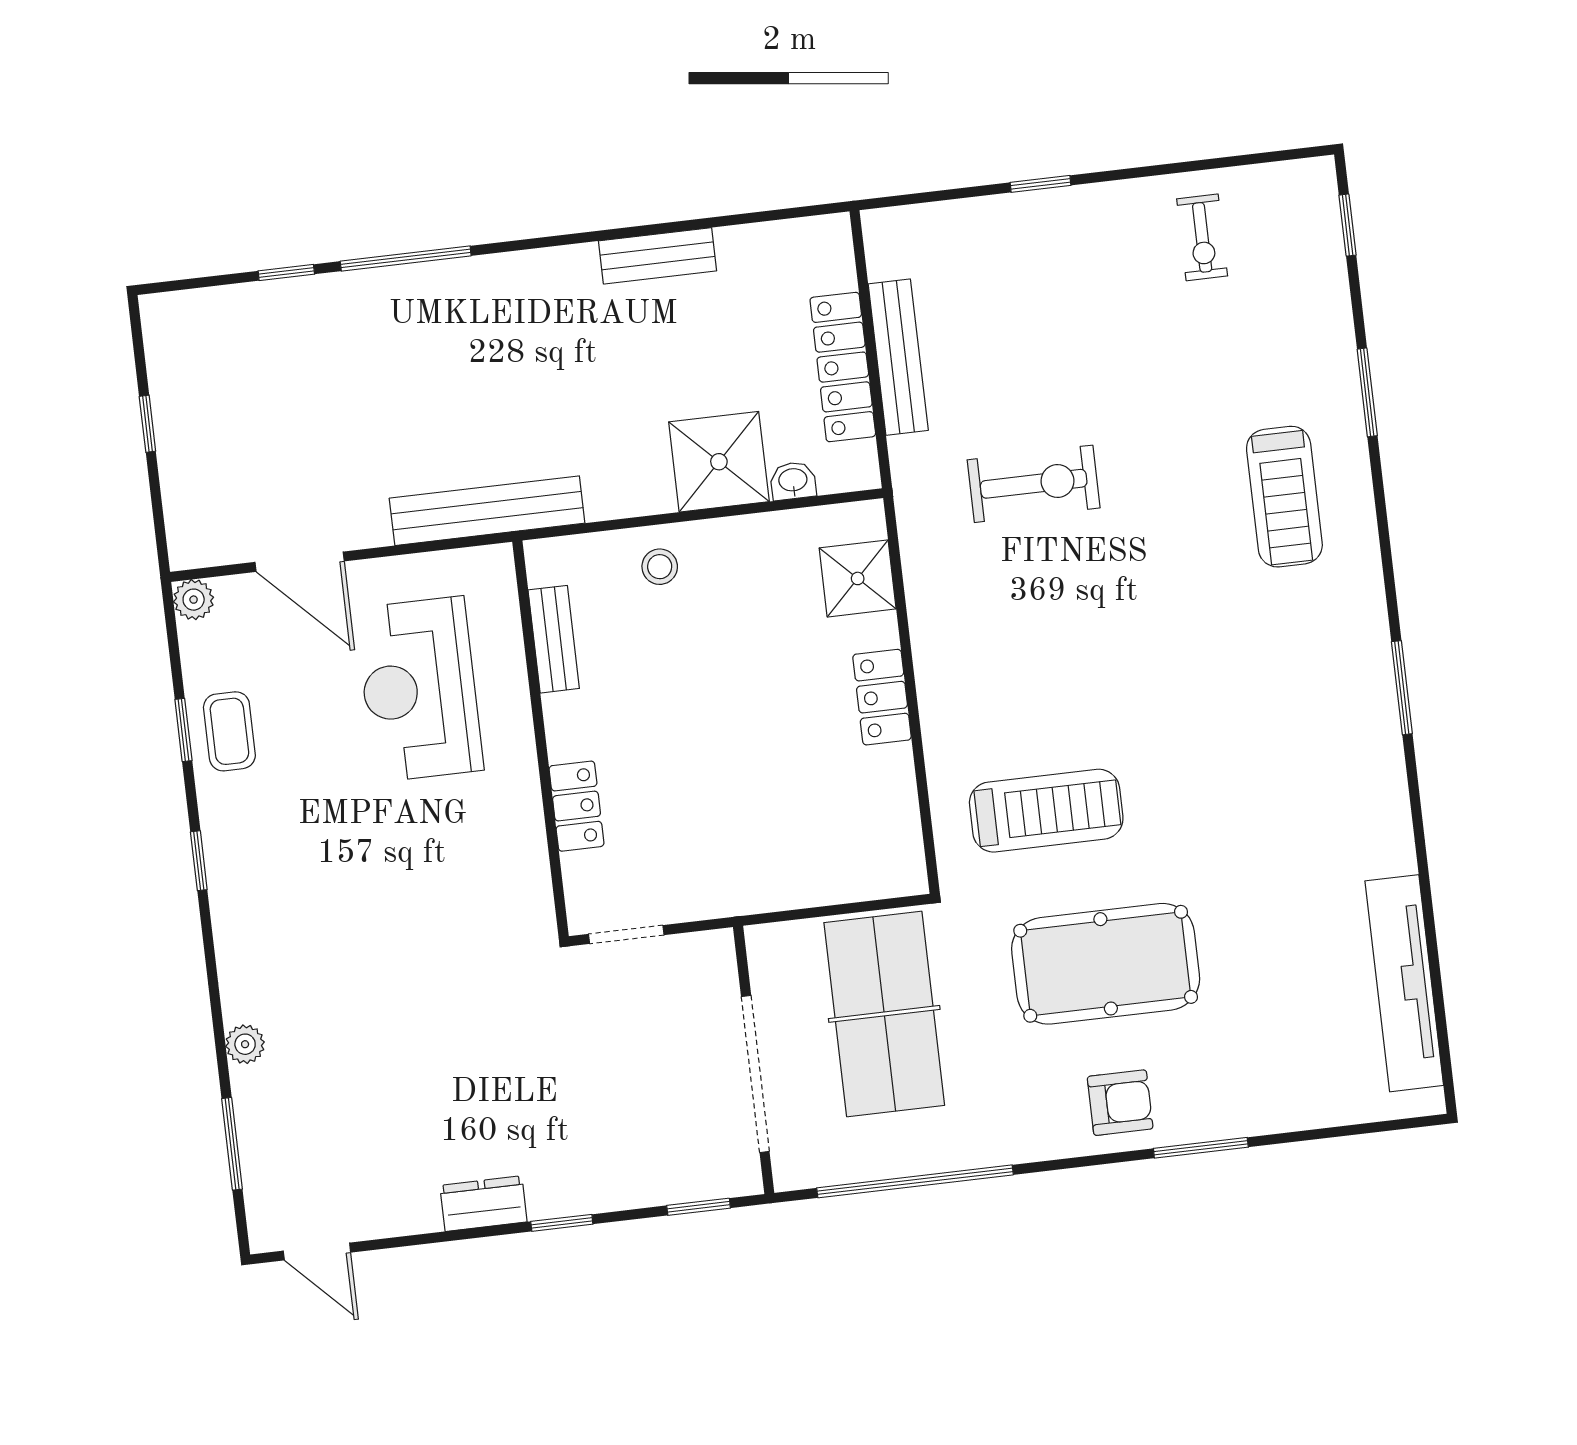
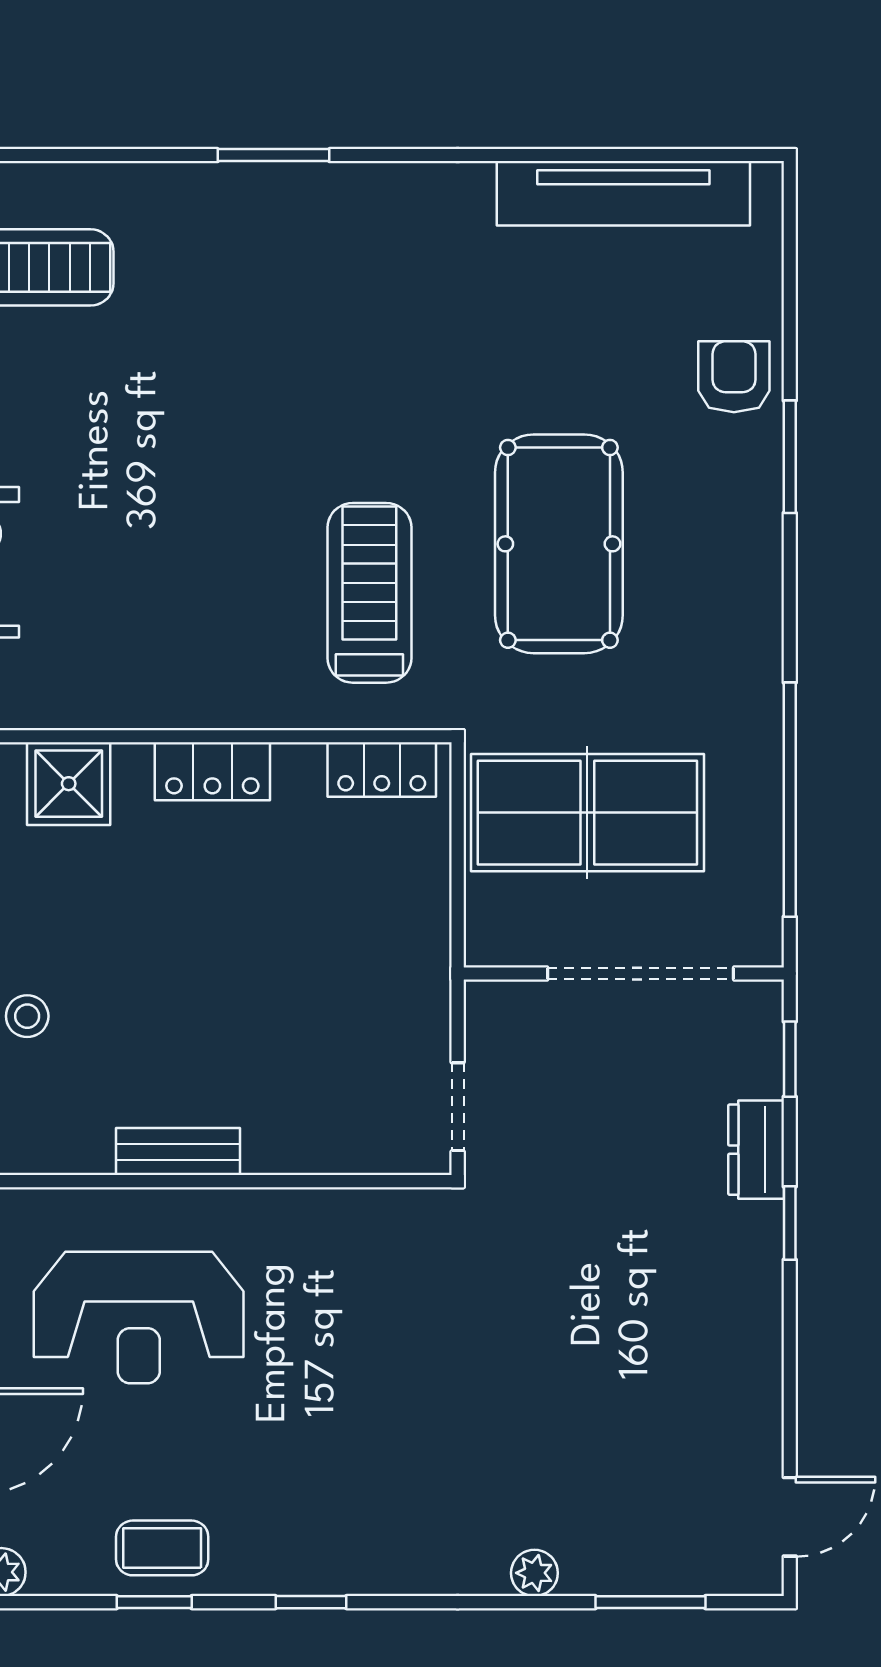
bench: (554, 639) -> (178, 1152), moved
locker: (577, 806) -> (382, 770), moved, turned 180
armchair: (1120, 1103) -> (734, 377), moved
dresser: (483, 1204) -> (756, 1150), moved

